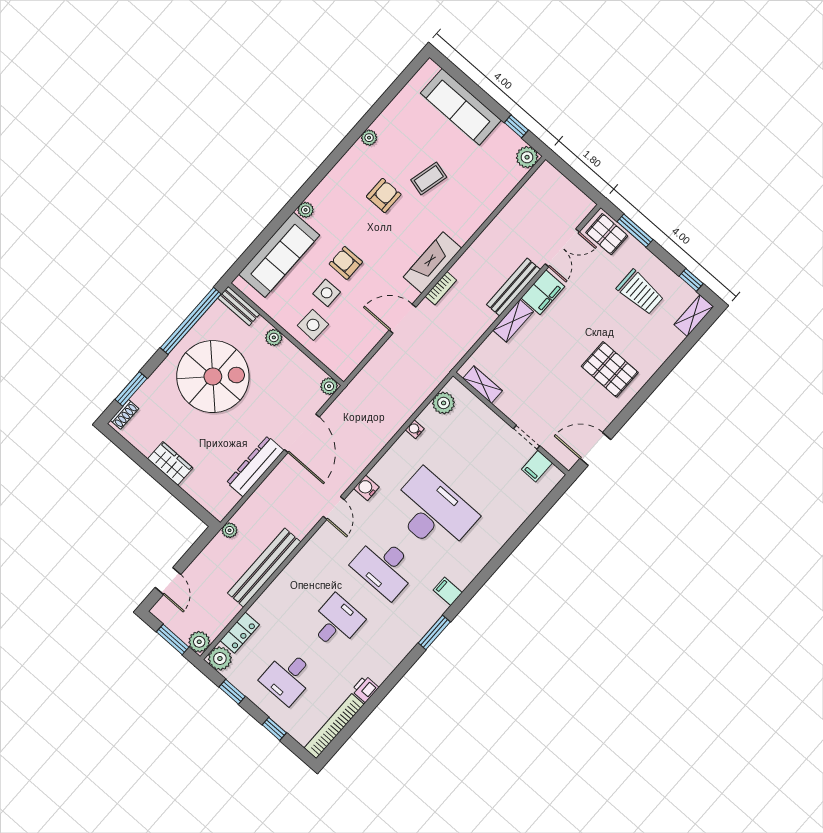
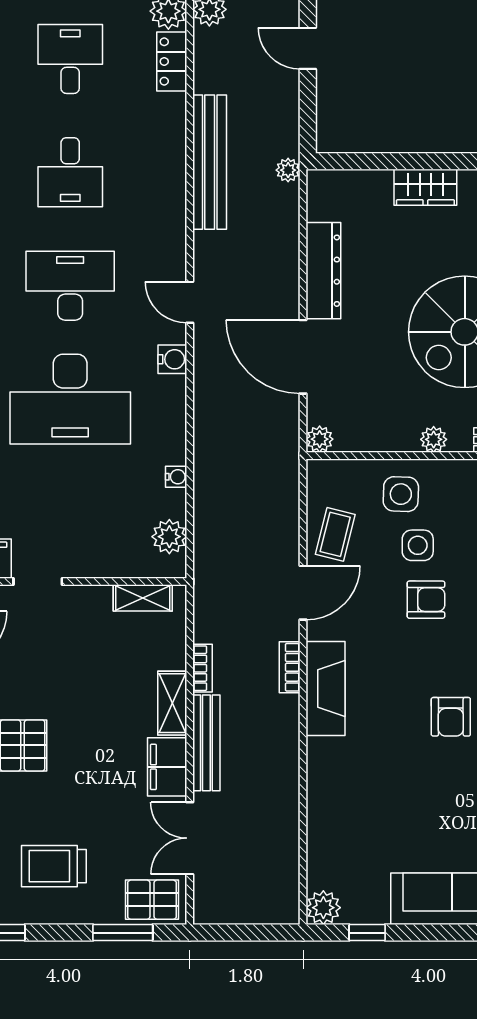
coffee table: (429, 179) -> (335, 534), moved
bookcase: (484, 325) -> (203, 668), added

